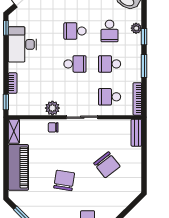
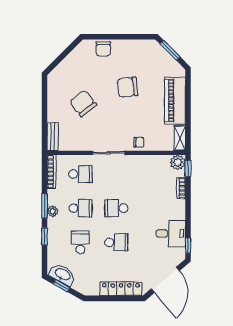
plant: (136, 28) -> (53, 211), moved
desk: (22, 44) -> (171, 233), width x0.73
plant: (52, 108) -> (178, 162), moved
chair: (64, 180) -> (128, 87), turned 74

